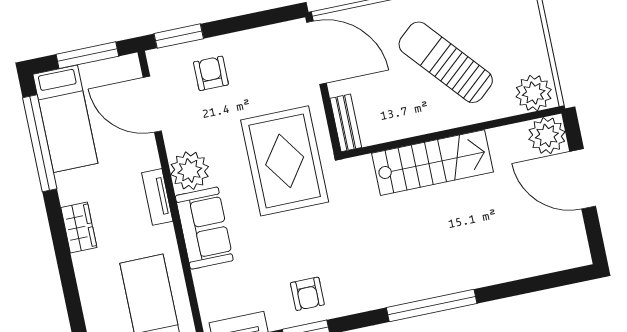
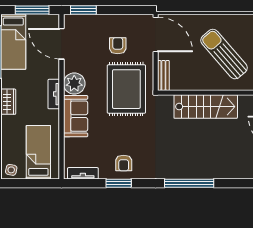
armchair: (211, 73) -> (118, 46), moved

